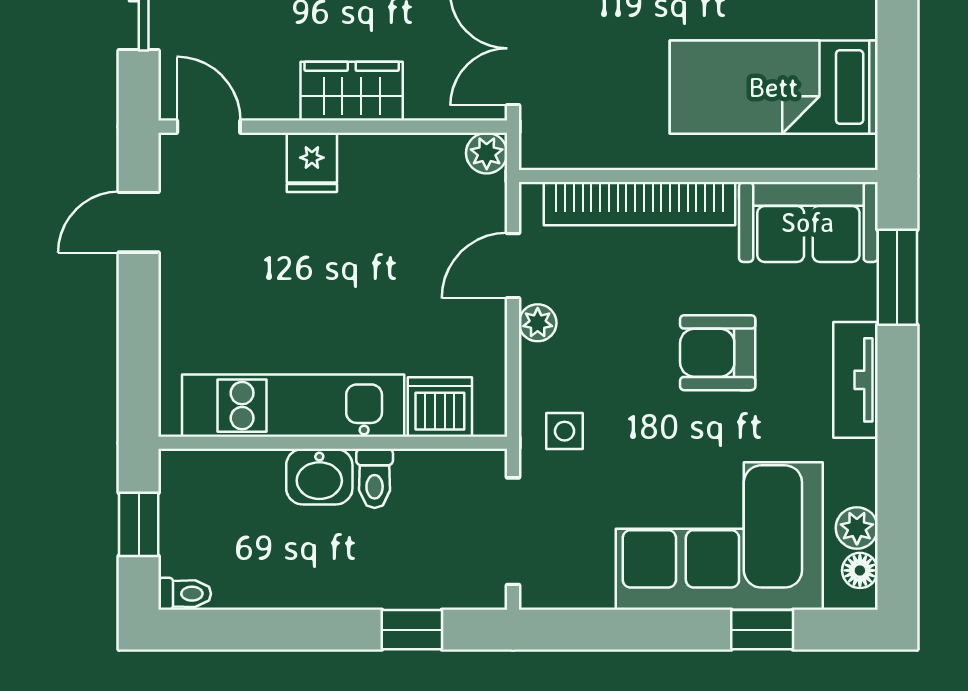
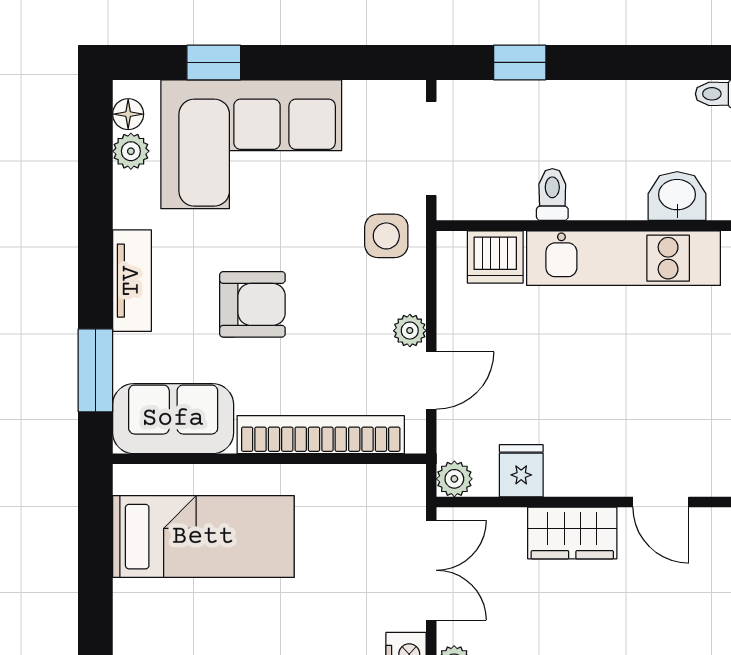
door: (209, 127) -> (661, 502), moved
fridge: (312, 162) -> (521, 471), moved
side table: (564, 431) -> (386, 236), width x1.37, depth x1.37
washbasin: (319, 477) -> (677, 196), moved

